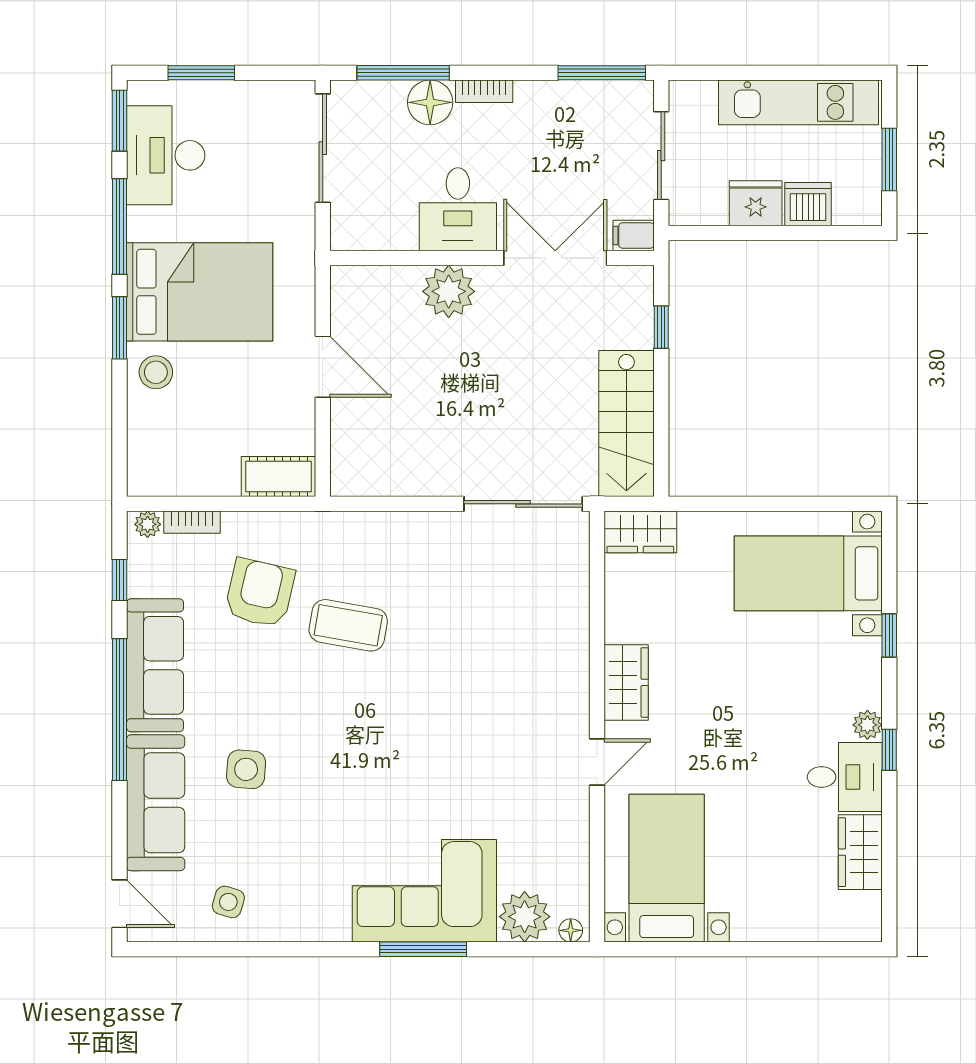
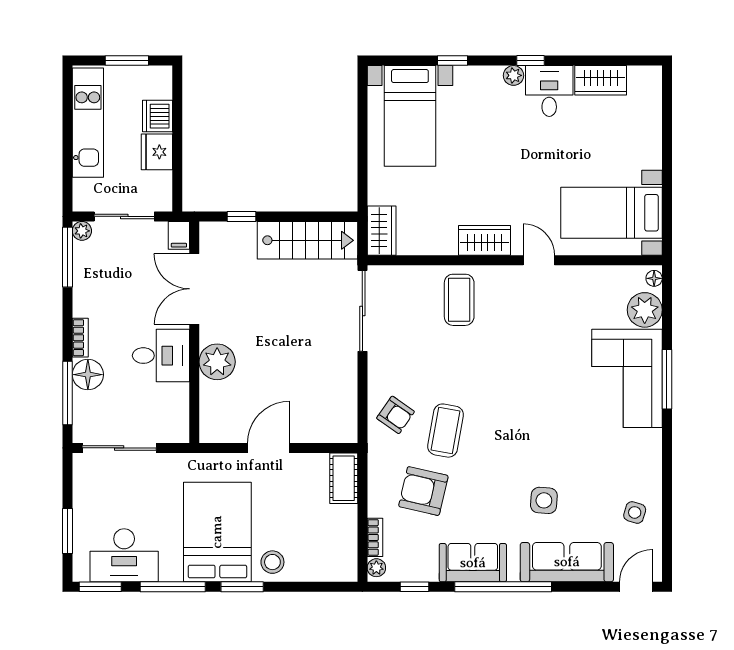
plant: (640, 94) -> (82, 231), added
armchair: (371, 552) -> (396, 415), added
coffee table: (539, 645) -> (459, 300), added
sofa: (155, 665) -> (473, 563), width x0.73

